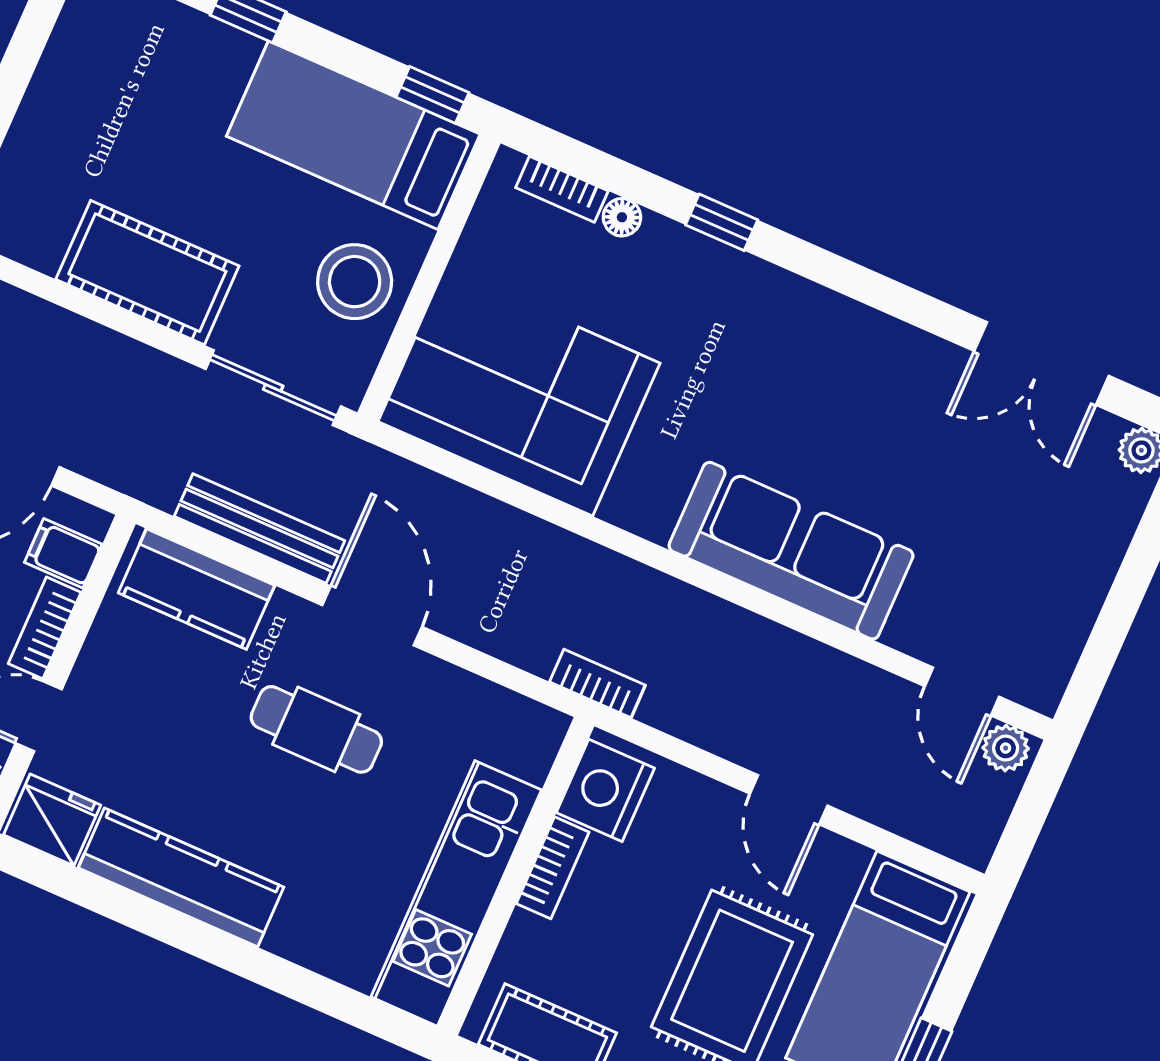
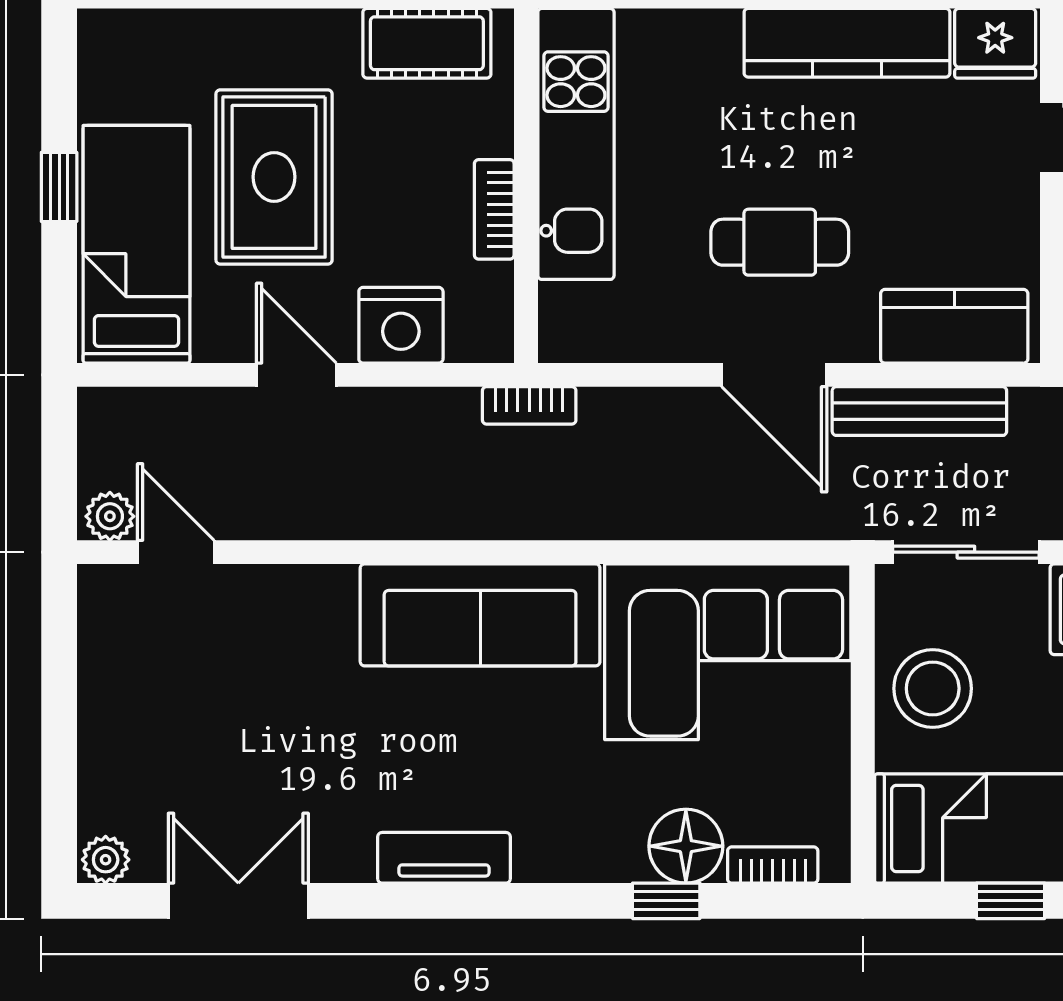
window: (433, 95) -> (1011, 901), moved
floor lamp: (622, 217) -> (686, 846), width x1.89, depth x1.89
window: (722, 222) -> (666, 901), moved
tv unit: (846, 322) -> (444, 858), added
sofa: (791, 551) -> (480, 615), moved
nightstand: (605, 790) -> (401, 325), moved, turned 90

